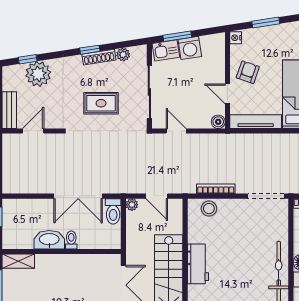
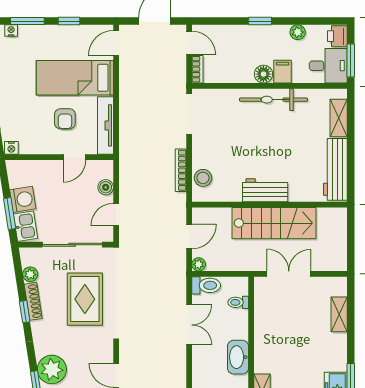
armchair: (248, 72) -> (65, 119), moved, turned -109
rug: (101, 103) -> (85, 299), width x1.36, depth x1.43
boiler: (218, 122) -> (106, 187), moved
double door: (78, 196) -> (189, 325), width x0.73
toilet: (71, 240) -> (238, 302), moved

